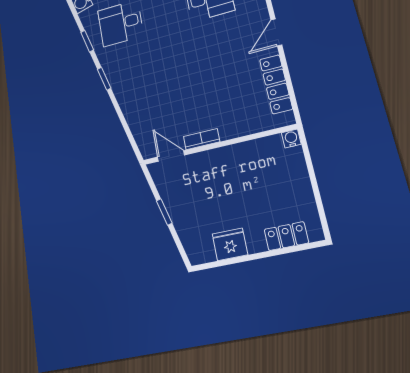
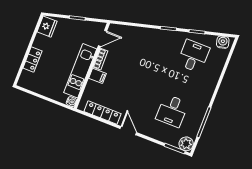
filing cabinet: (228, 127) -> (97, 76), added
kitchen unit: (237, 156) -> (80, 71), added
locker: (286, 236) -> (32, 60), moved
fridge: (230, 244) -> (47, 27), moved

